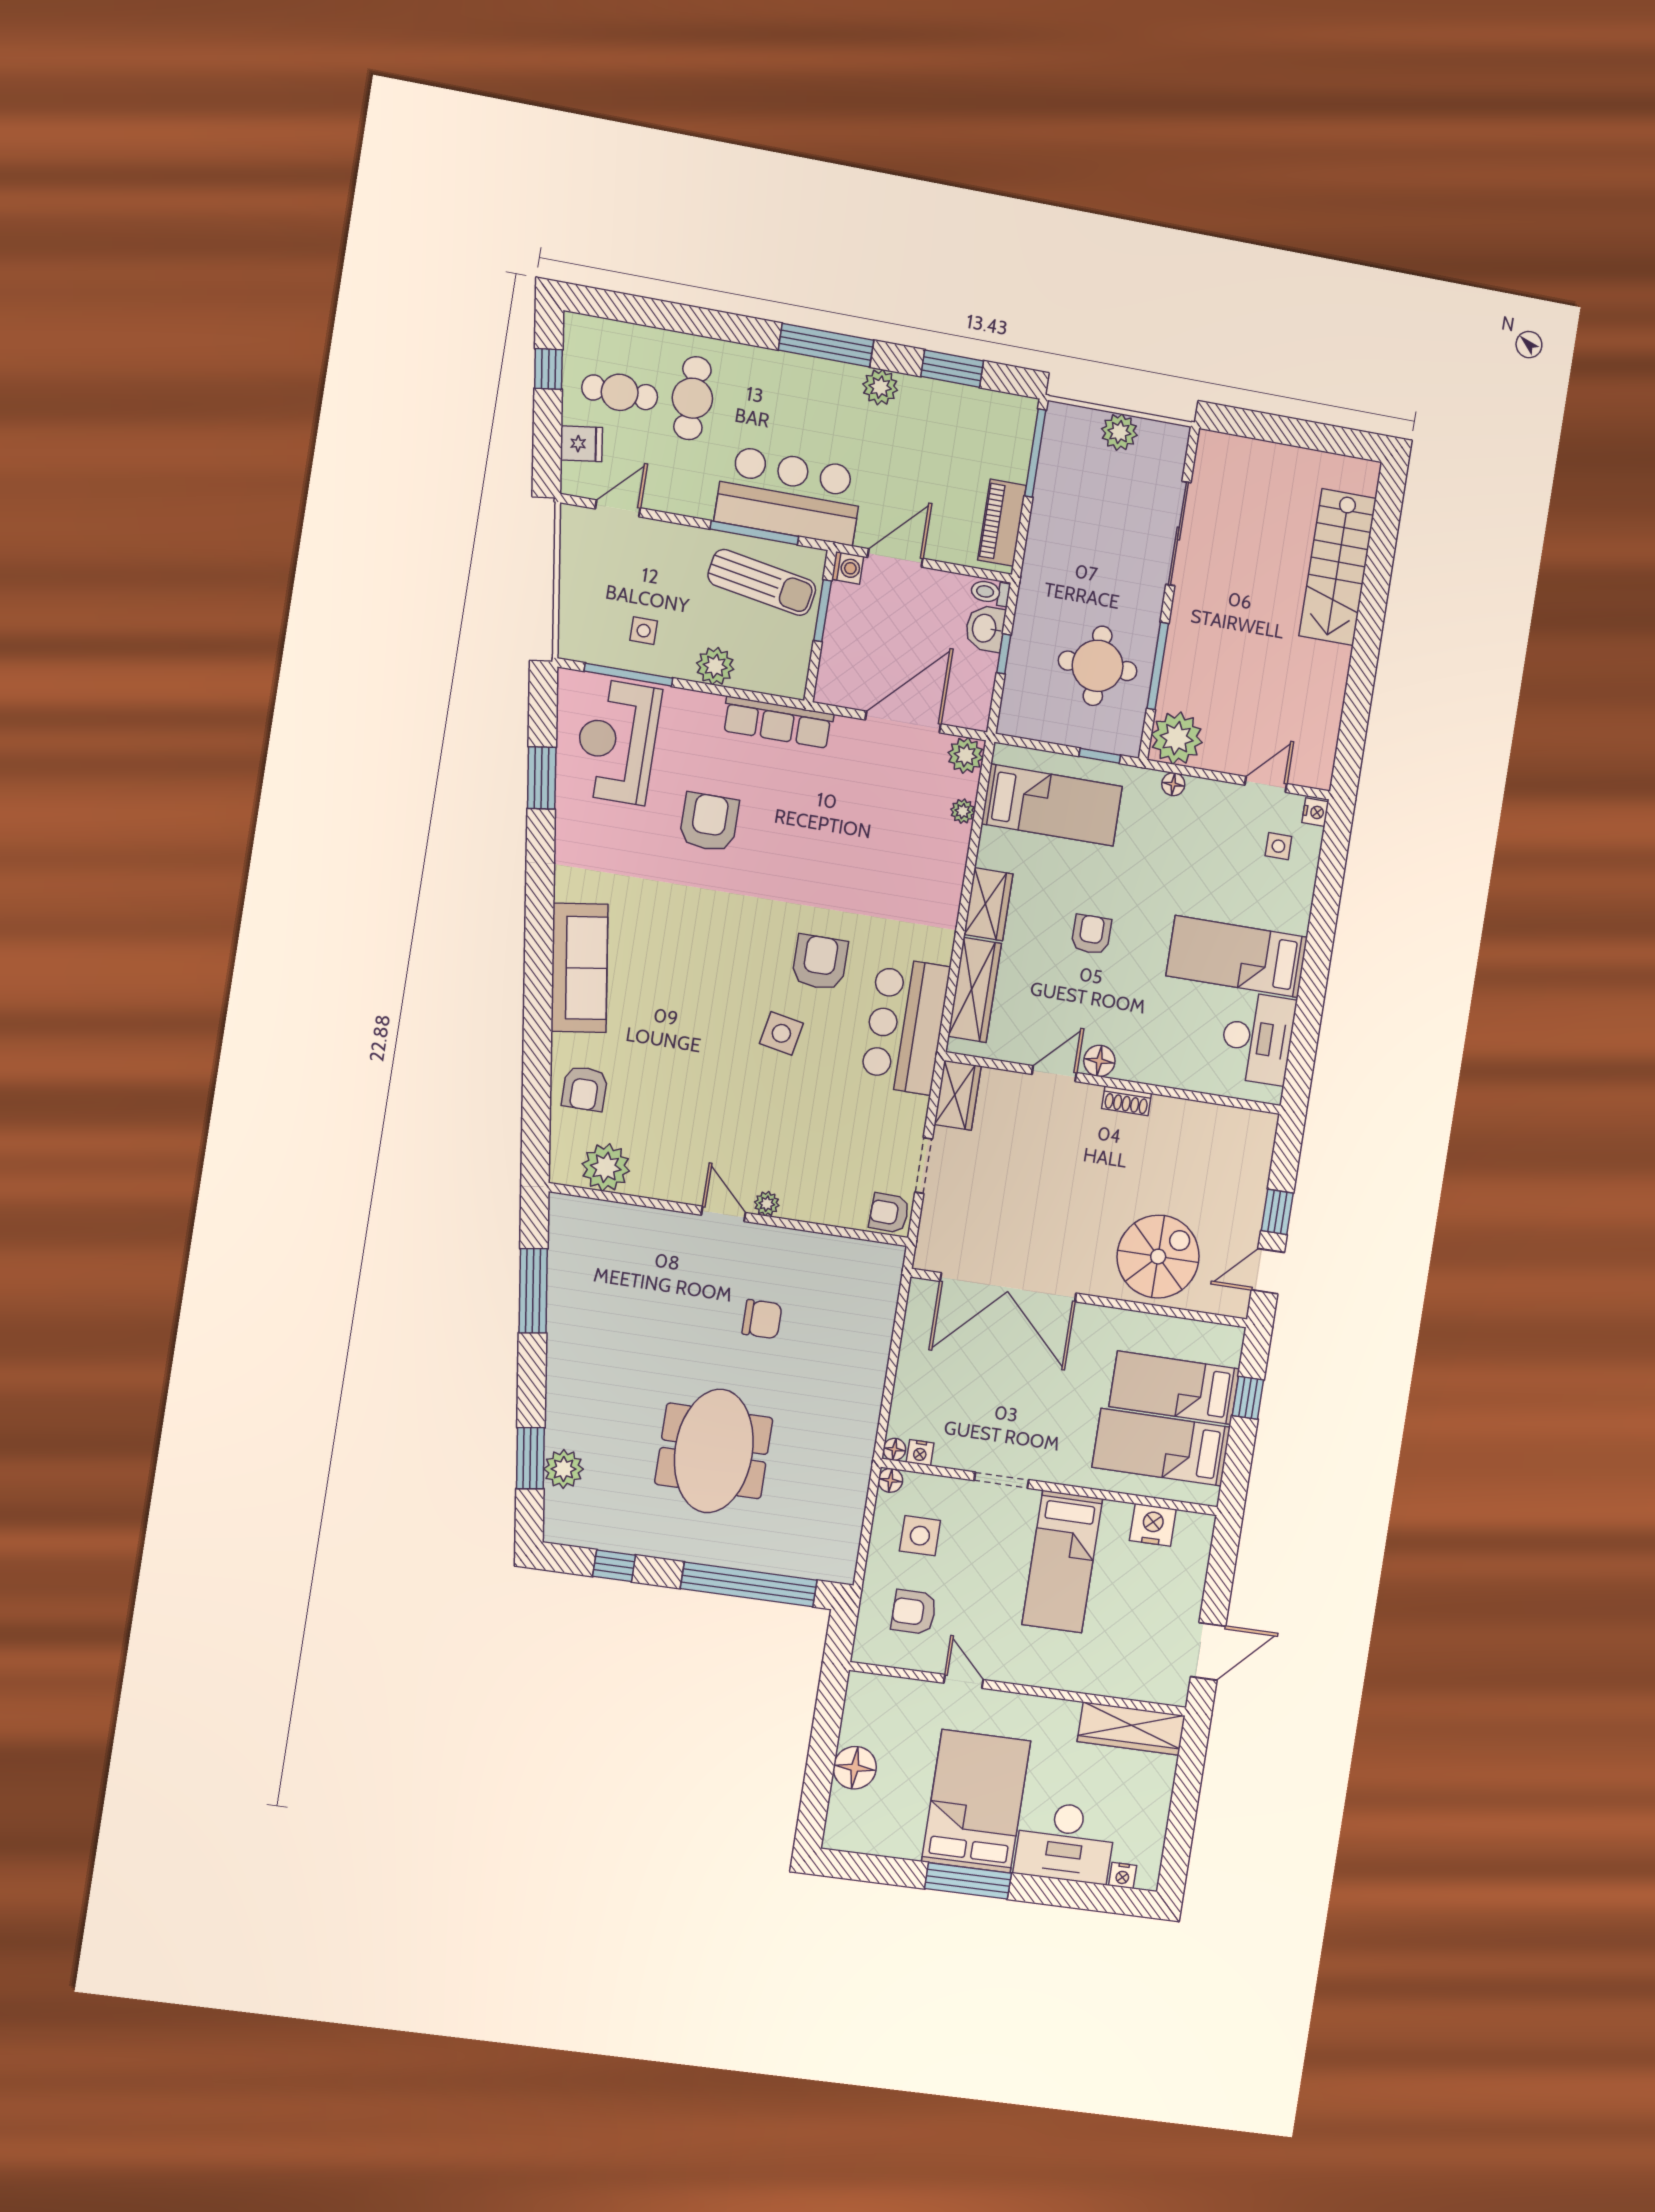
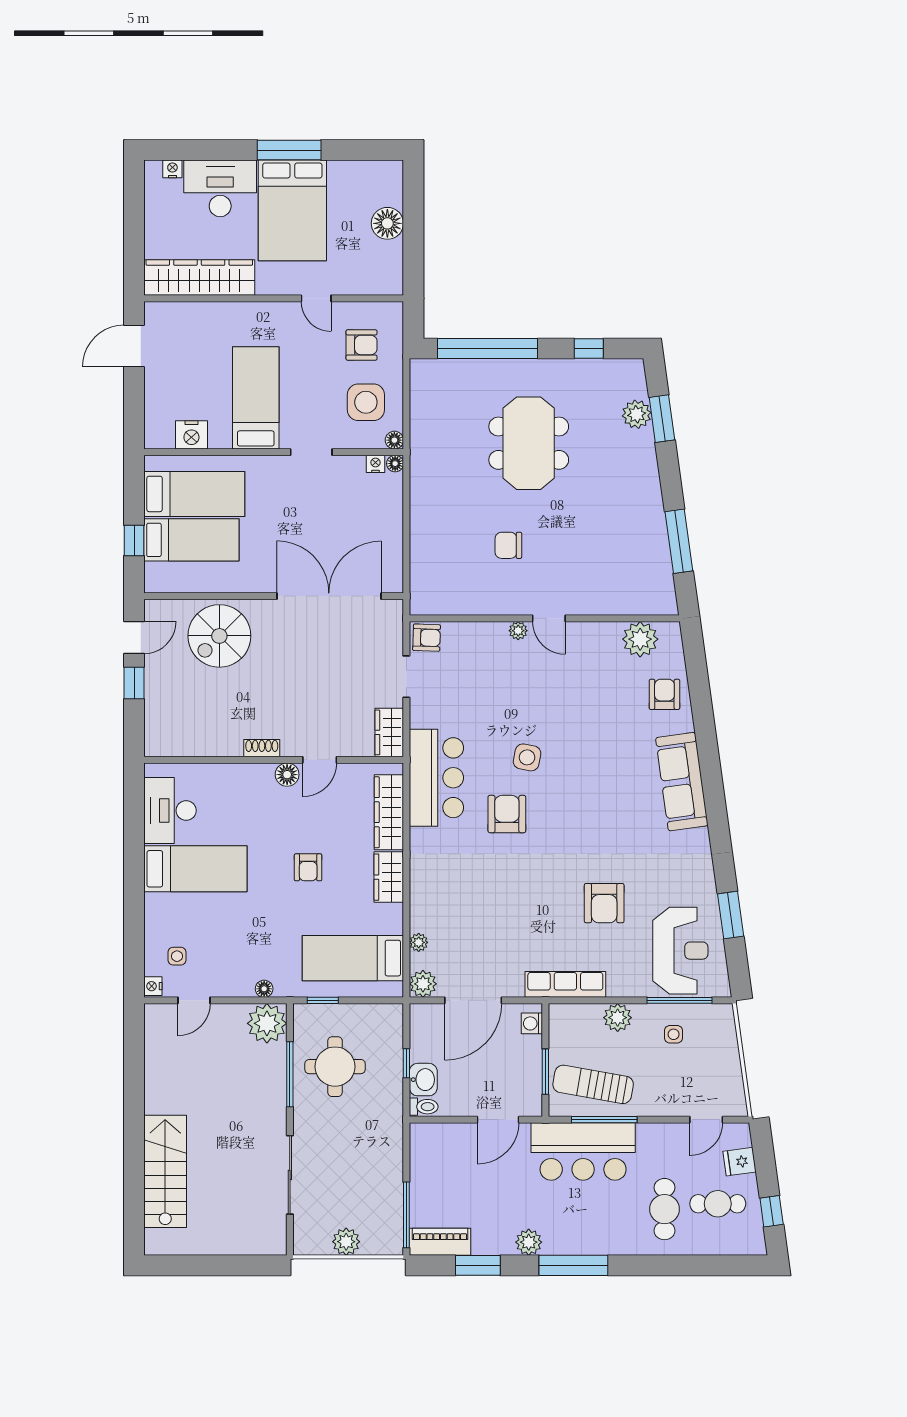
piano: (1002, 523) -> (440, 1242), moved, turned -90
washing machine: (848, 568) -> (532, 1023), moved
armchair: (820, 962) -> (507, 814), turned 180
side table: (920, 1536) -> (366, 402), width x1.37, depth x1.37
wardrobe: (1131, 1729) -> (199, 277), width x1.40, depth x1.17

